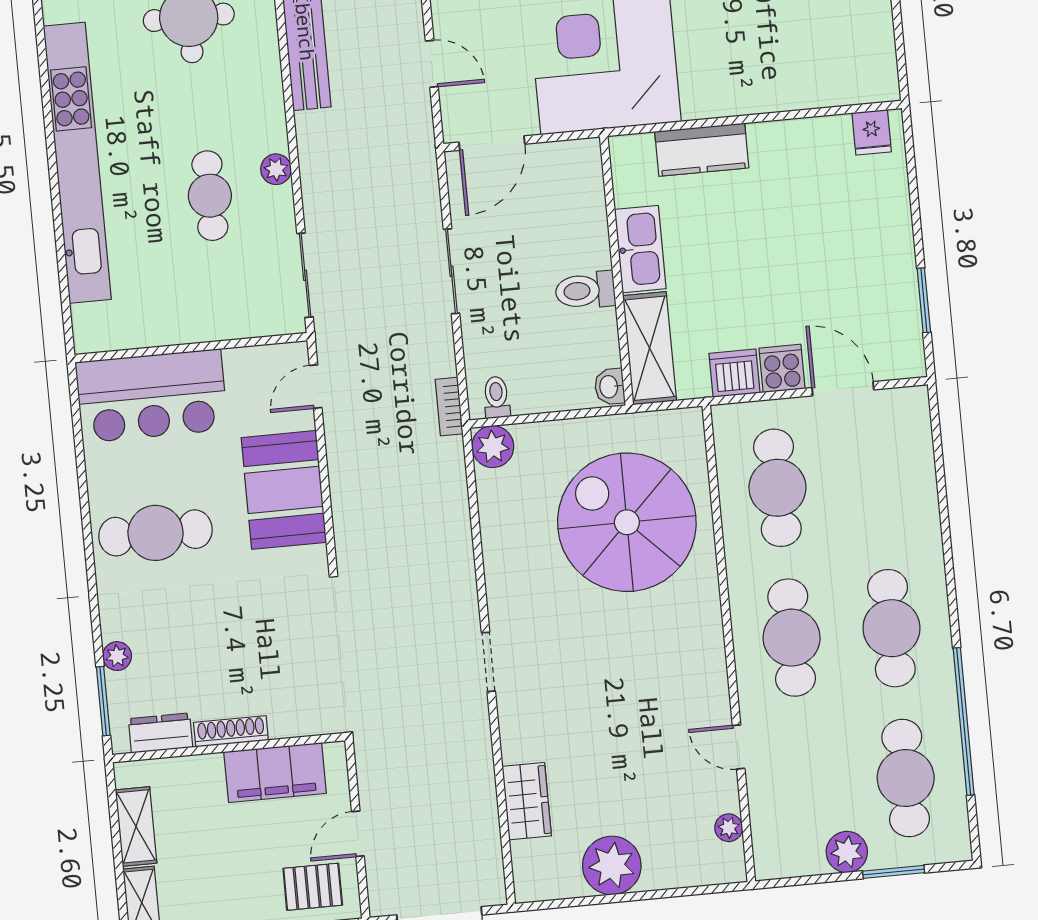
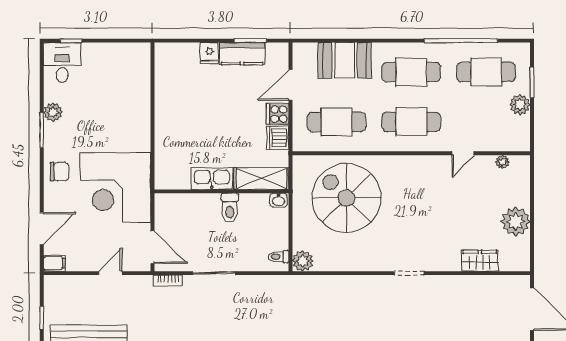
fridge: (872, 132) -> (209, 53), moved, turned 90
kitchen counter: (702, 150) -> (242, 54), moved, turned 90
bookcase: (449, 407) -> (168, 281), moved
booth: (902, 493) -> (345, 60), added
spiral stairs: (627, 522) -> (346, 198), turned 90

